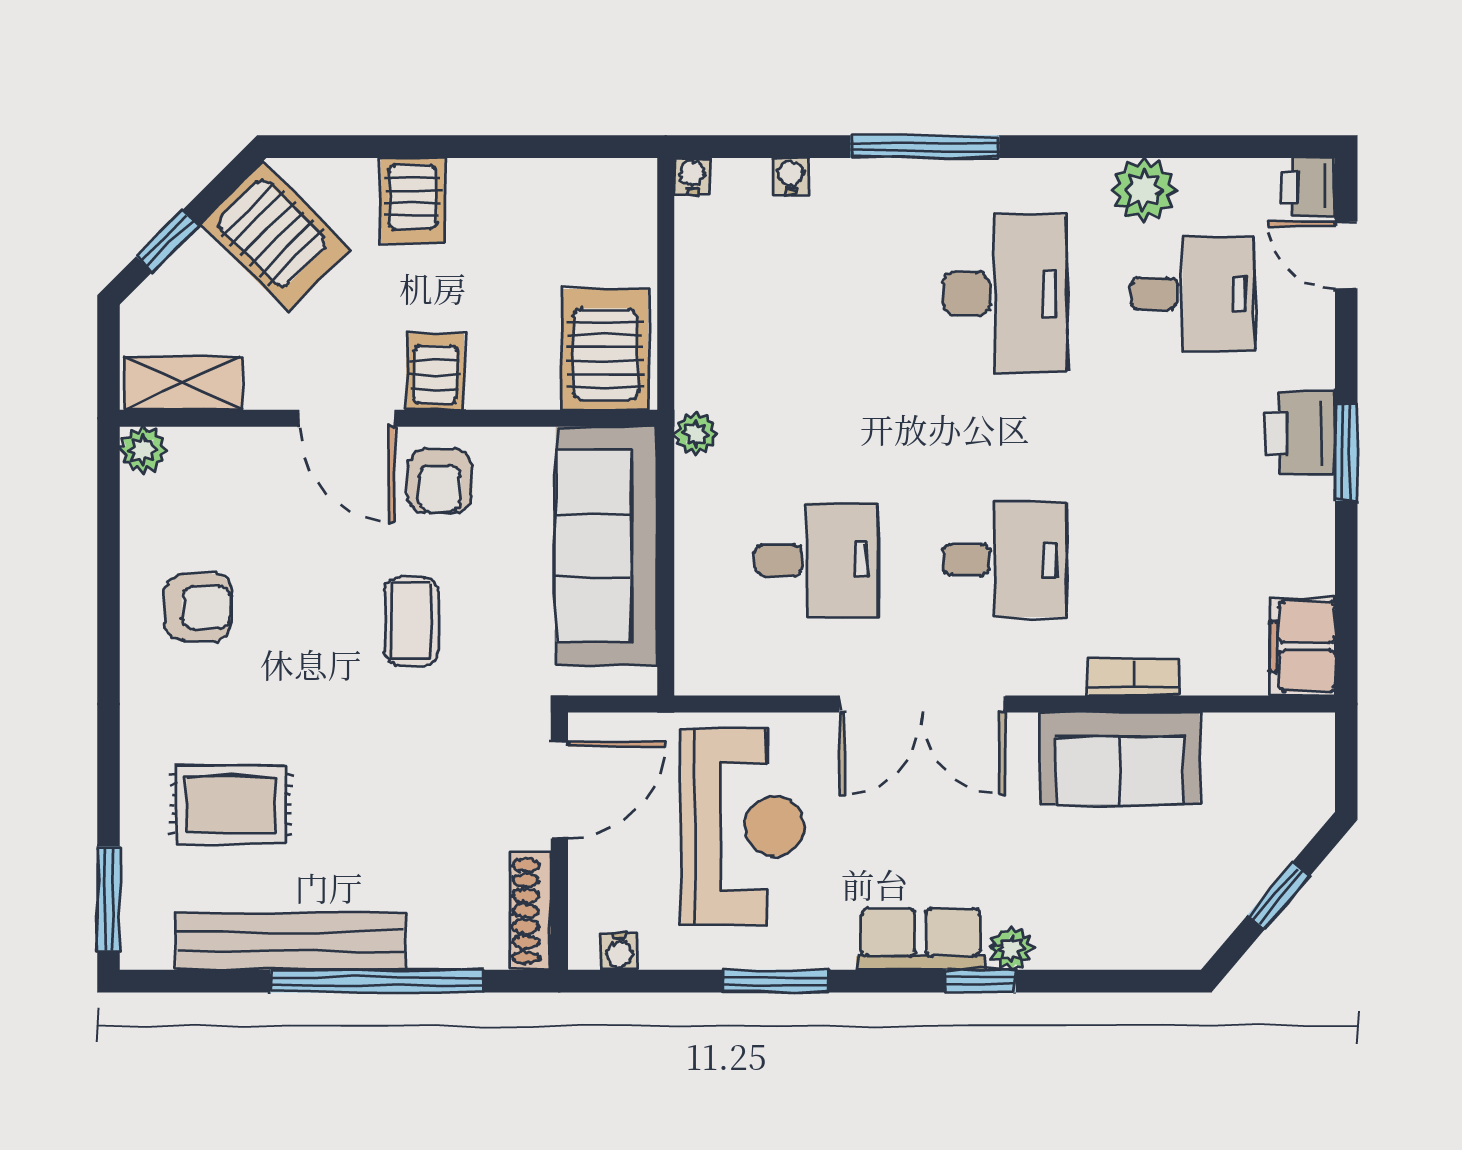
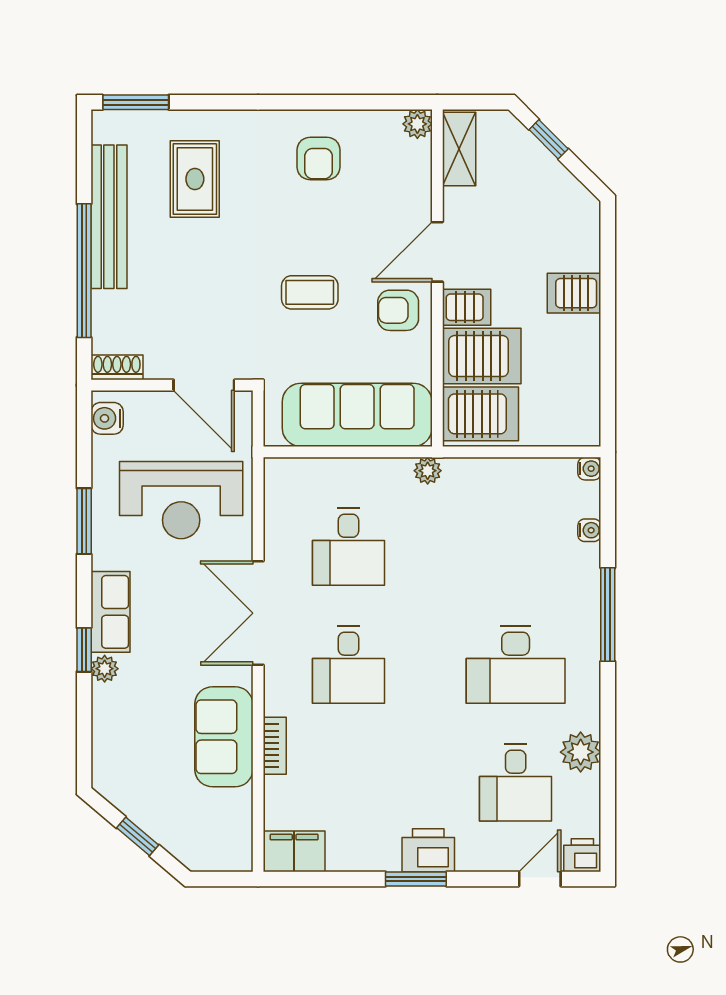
server rack: (275, 237) -> (482, 356), moved, turned -135
shoe rack: (531, 911) -> (117, 367), width x0.70
water cooler: (619, 951) -> (107, 418), width x1.38, depth x1.38

